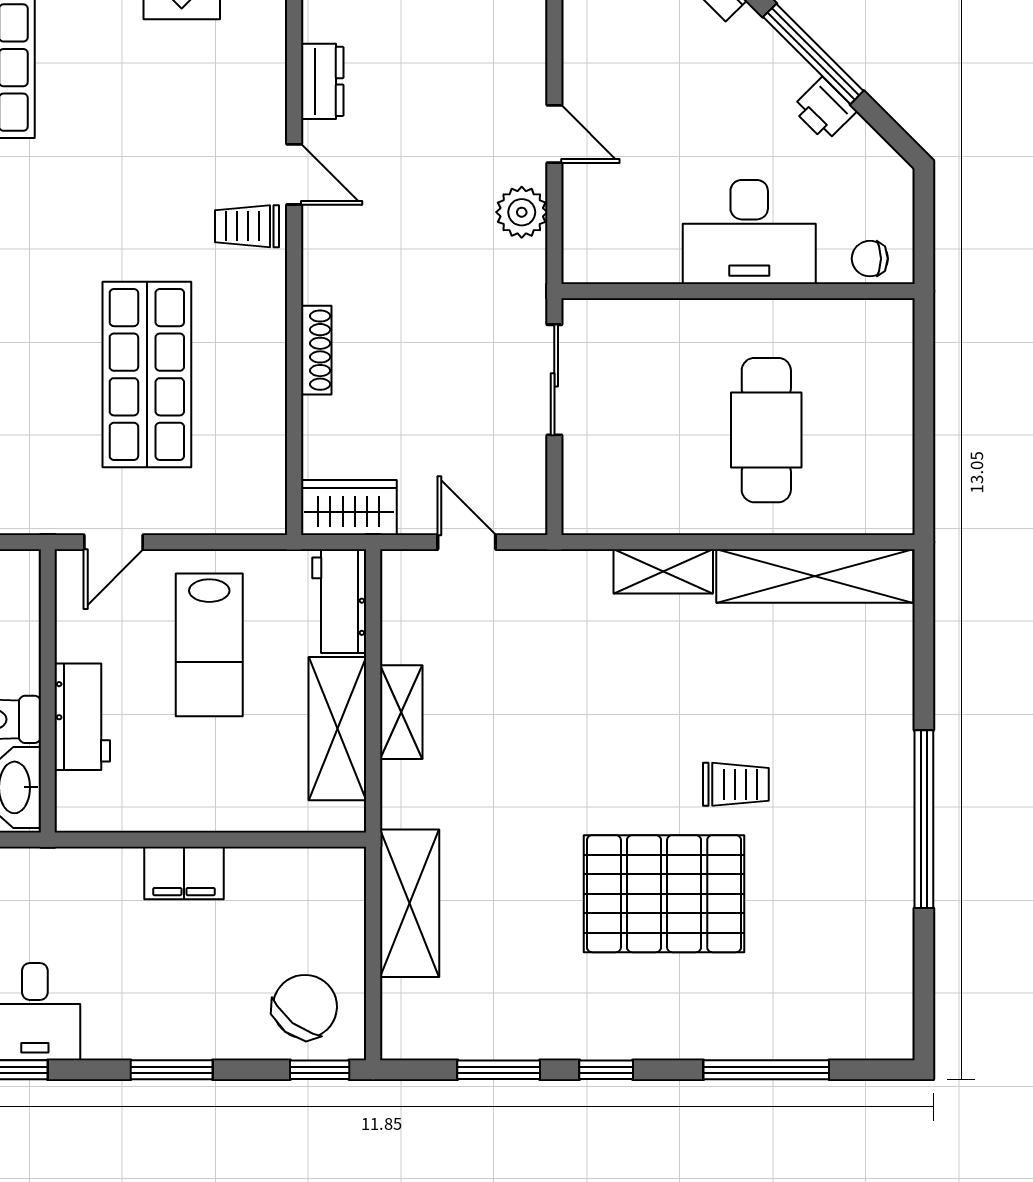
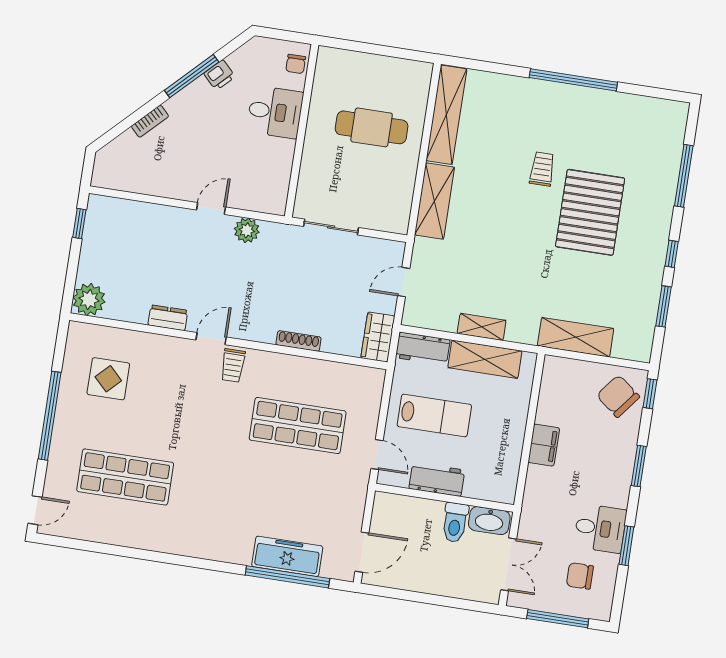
desk: (749, 232) -> (275, 112), width x0.73
shelving: (663, 571) -> (435, 201), width x1.50, depth x1.33
workbench: (82, 717) -> (437, 479), moved

